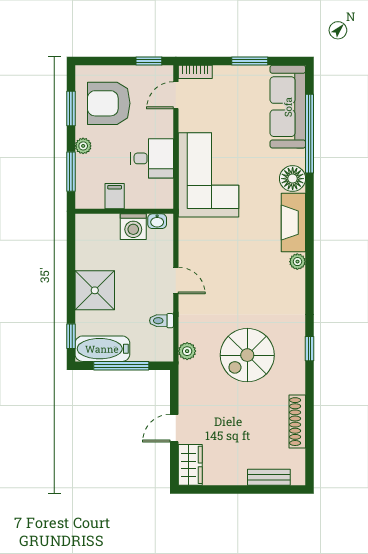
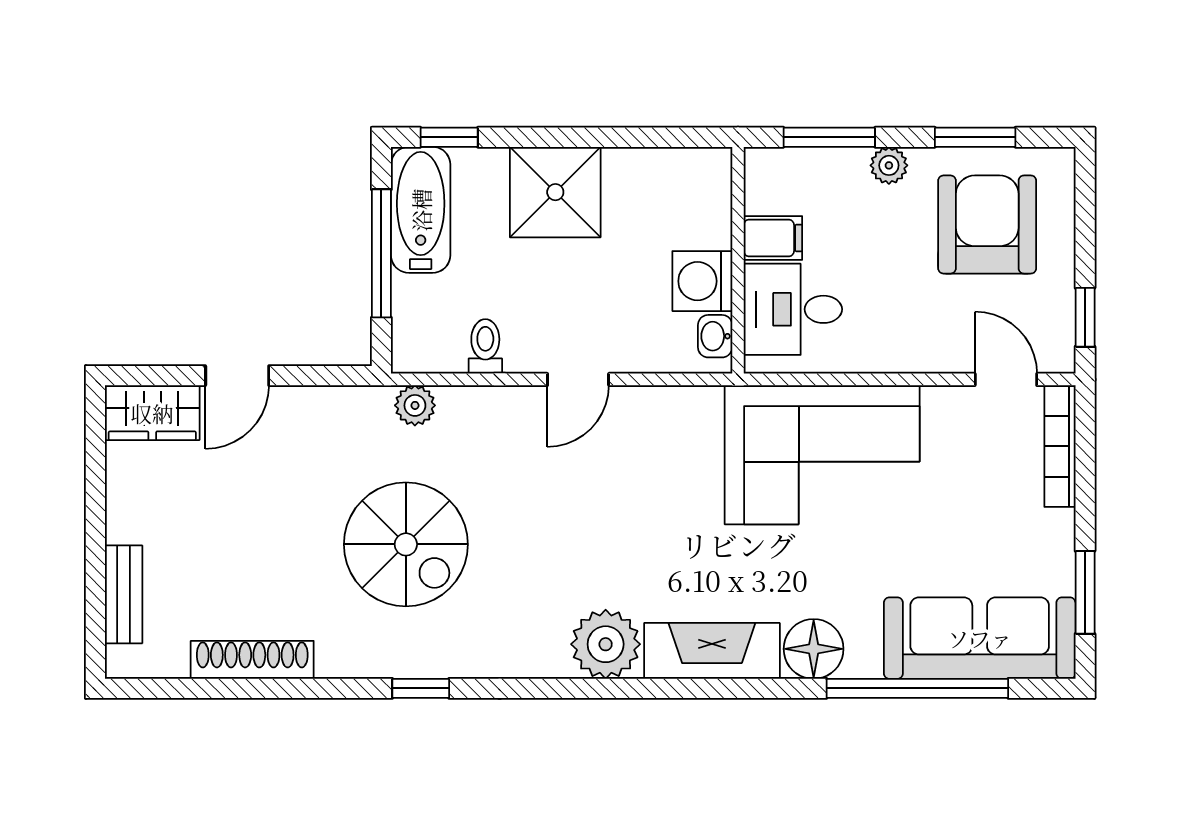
window: (250, 61) -> (1085, 592), moved
bookcase: (195, 72) -> (1060, 446), width x1.56
desk: (152, 158) -> (793, 309), moved, turned 90
plant: (297, 262) -> (606, 644), width x1.87, depth x1.87
spiral stairs: (247, 355) -> (406, 544), turned 180
door: (174, 428) -> (237, 376), swing flipped

